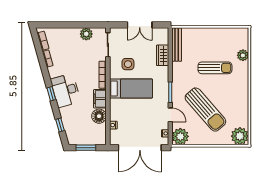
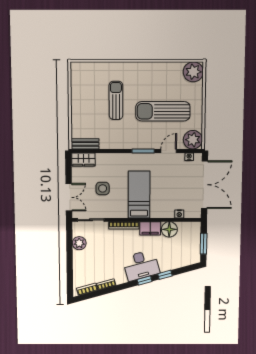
double door: (140, 25) -> (69, 197), moved
bench: (177, 45) -> (85, 144), width x0.73
wardrobe: (163, 55) -> (83, 160), moved
plant: (243, 55) -> (102, 68), removed
side table: (128, 64) -> (103, 188), moved
sun lounger: (205, 110) -> (163, 111), turned -139
window: (60, 125) -> (165, 275), moved

